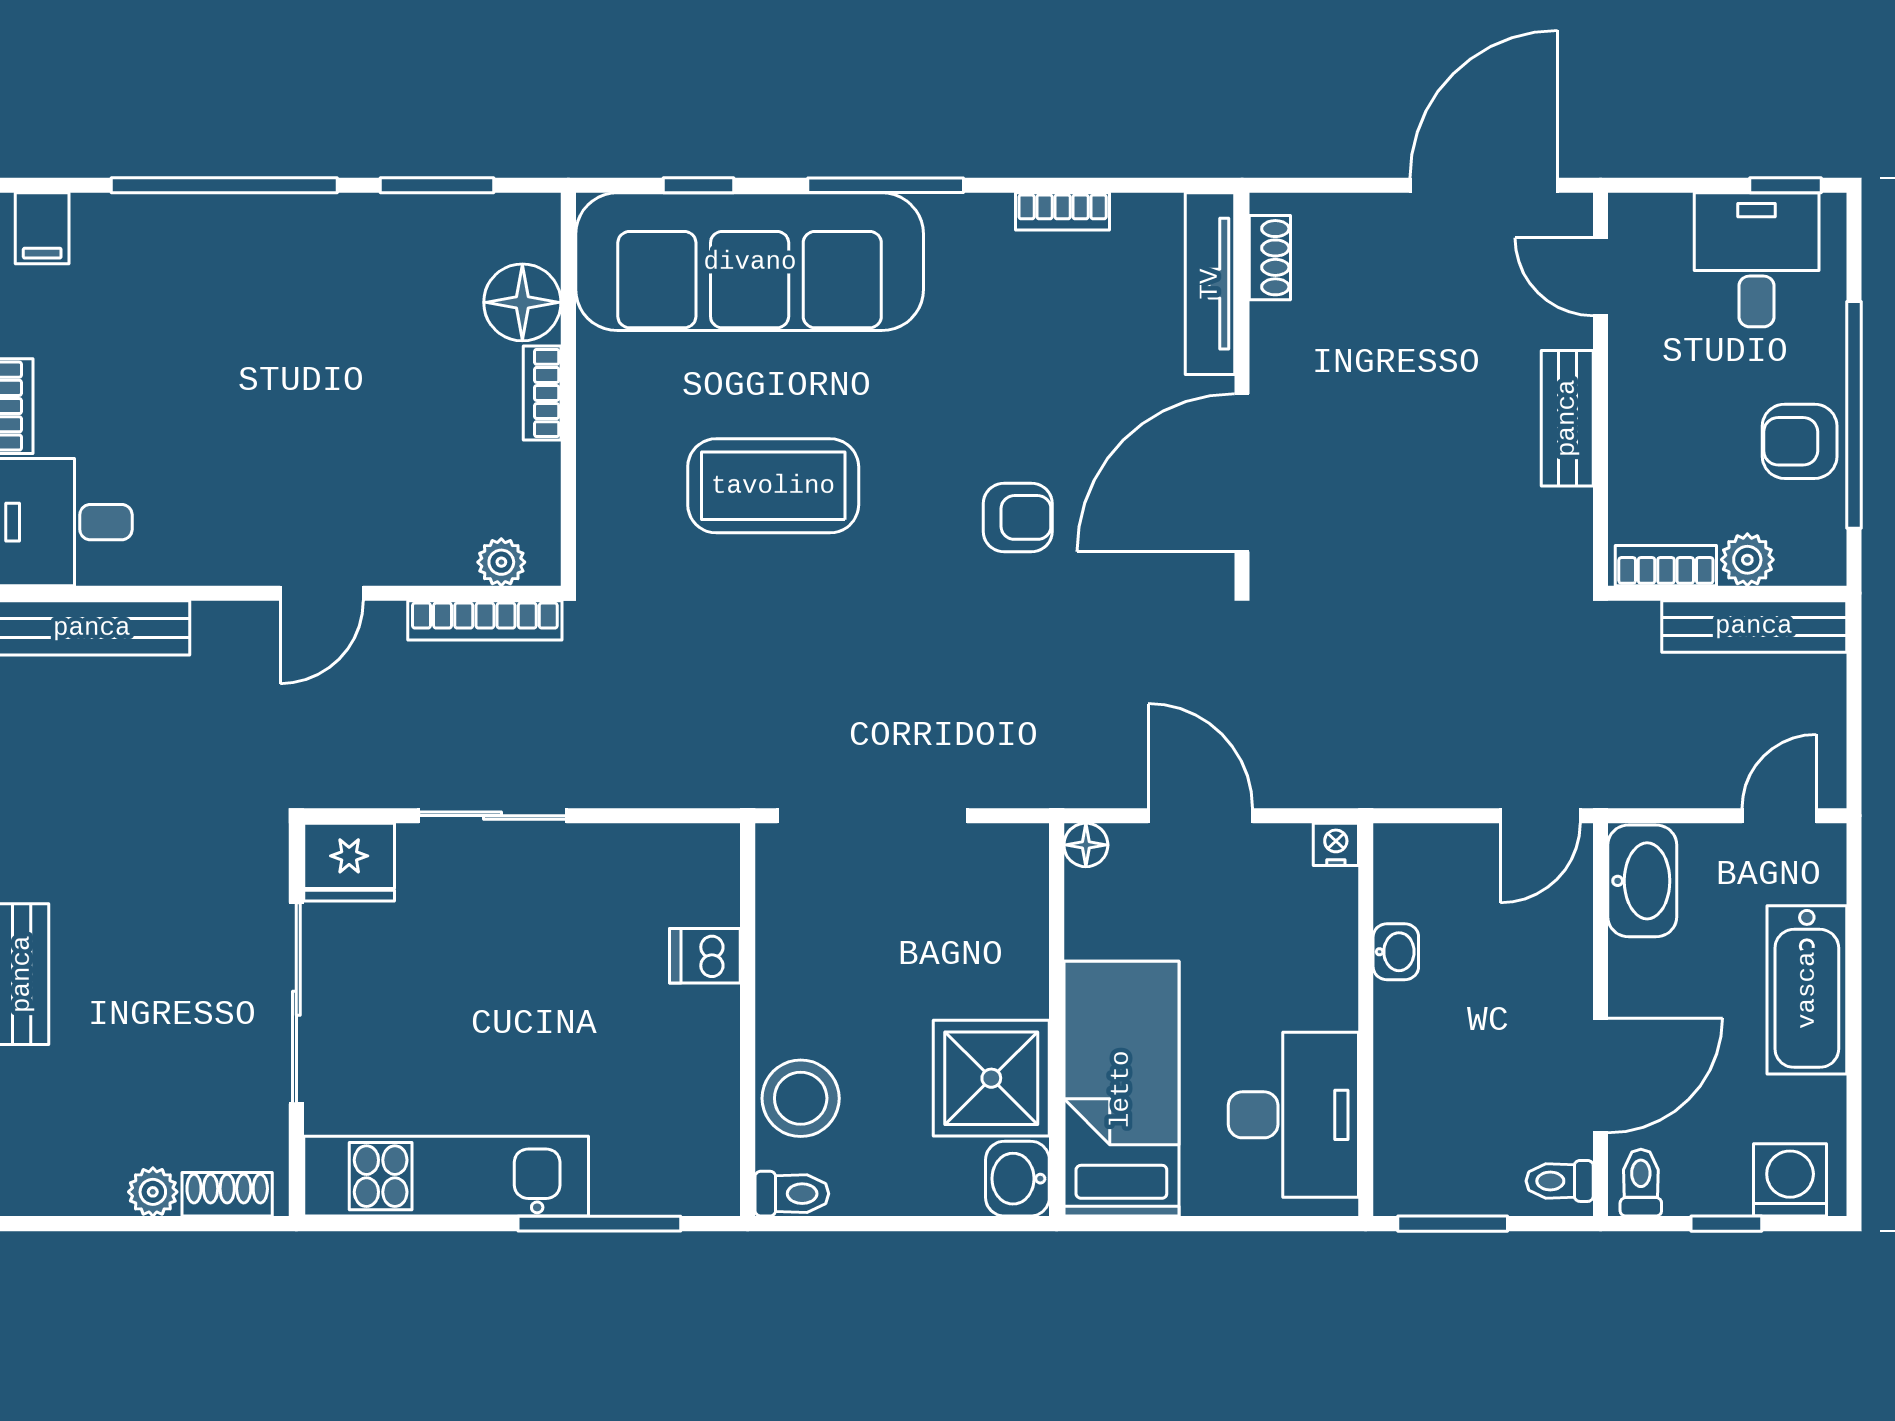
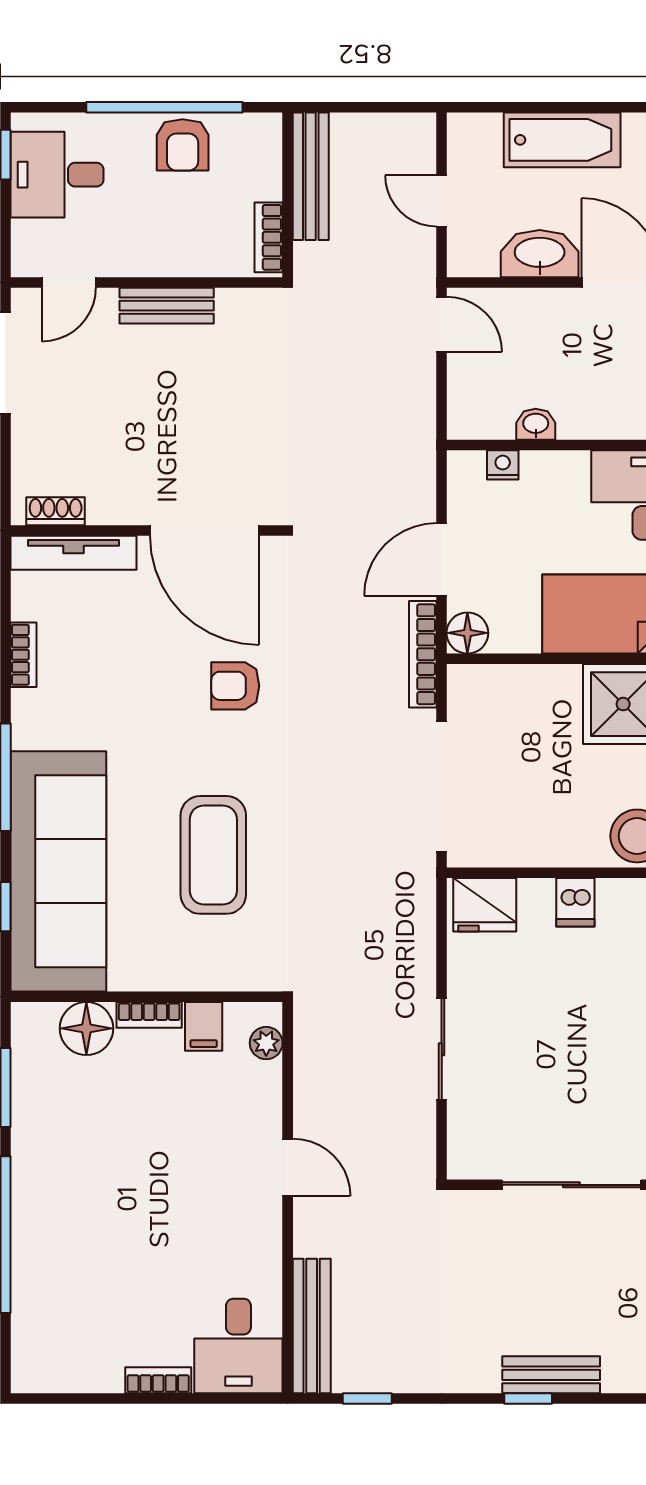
filing cabinet: (42, 228) -> (204, 1026), moved, turned 90
armchair: (1018, 517) -> (235, 686), turned -90
plant: (1747, 560) -> (264, 181), removed
bookcase: (485, 620) -> (423, 654), moved, turned 180
door: (1779, 816) -> (442, 201), moved
nightstand: (1336, 844) -> (503, 465), moved, turned 90
floor lamp: (1086, 845) -> (467, 633), width x1.37, depth x1.37
fridge: (349, 862) -> (485, 905), moved, turned 90
washbasin: (1642, 881) -> (540, 254), moved
dishwasher: (705, 956) -> (575, 902), moved

